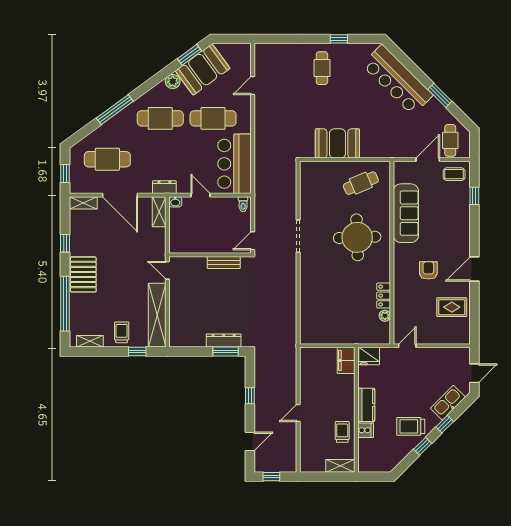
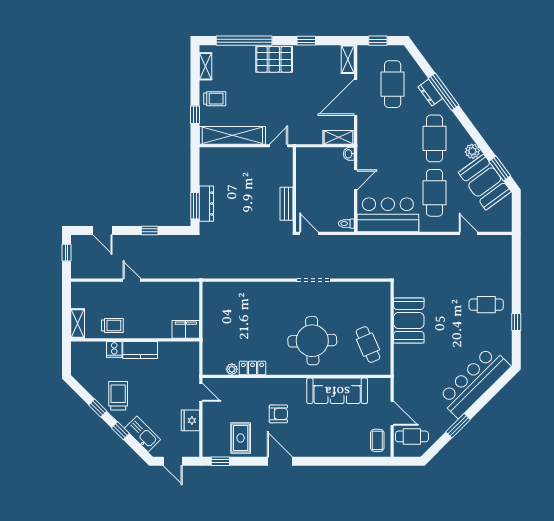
dresser: (164, 187) -> (430, 93), moved, turned 144
window: (474, 196) -> (220, 461), moved
fridge: (369, 356) -> (190, 420), moved

